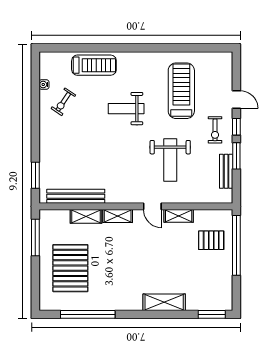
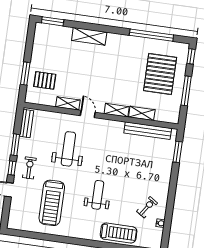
treadmill: (94, 65) -> (119, 233), turned 180
weight bench: (126, 109) -> (98, 195), turned -90
bench: (226, 171) -> (27, 124), moved
window: (35, 238) -> (186, 91), moved
window: (236, 245) -> (25, 73), width x0.47
window: (35, 295) -> (191, 56), added

